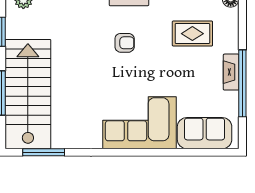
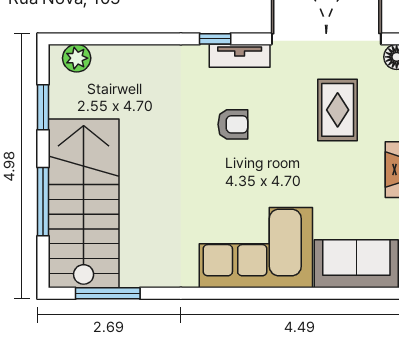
rug: (192, 34) -> (338, 110), turned 90

